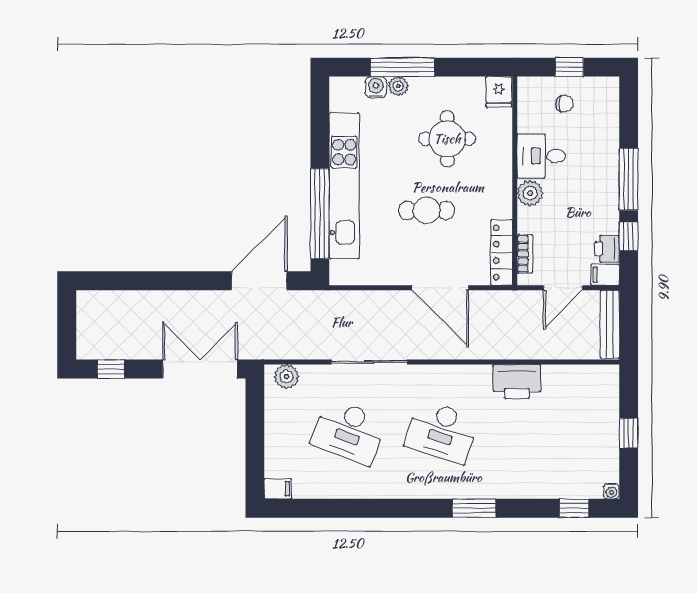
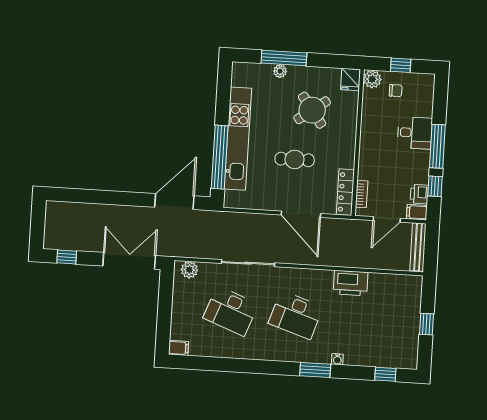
water cooler: (376, 87) -> (264, 71), removed
round table: (447, 139) -> (312, 110), turned -36
desk: (541, 156) -> (415, 133), moved, turned 180
plant: (530, 193) -> (372, 79), moved
water cooler: (611, 491) -> (337, 359), moved

